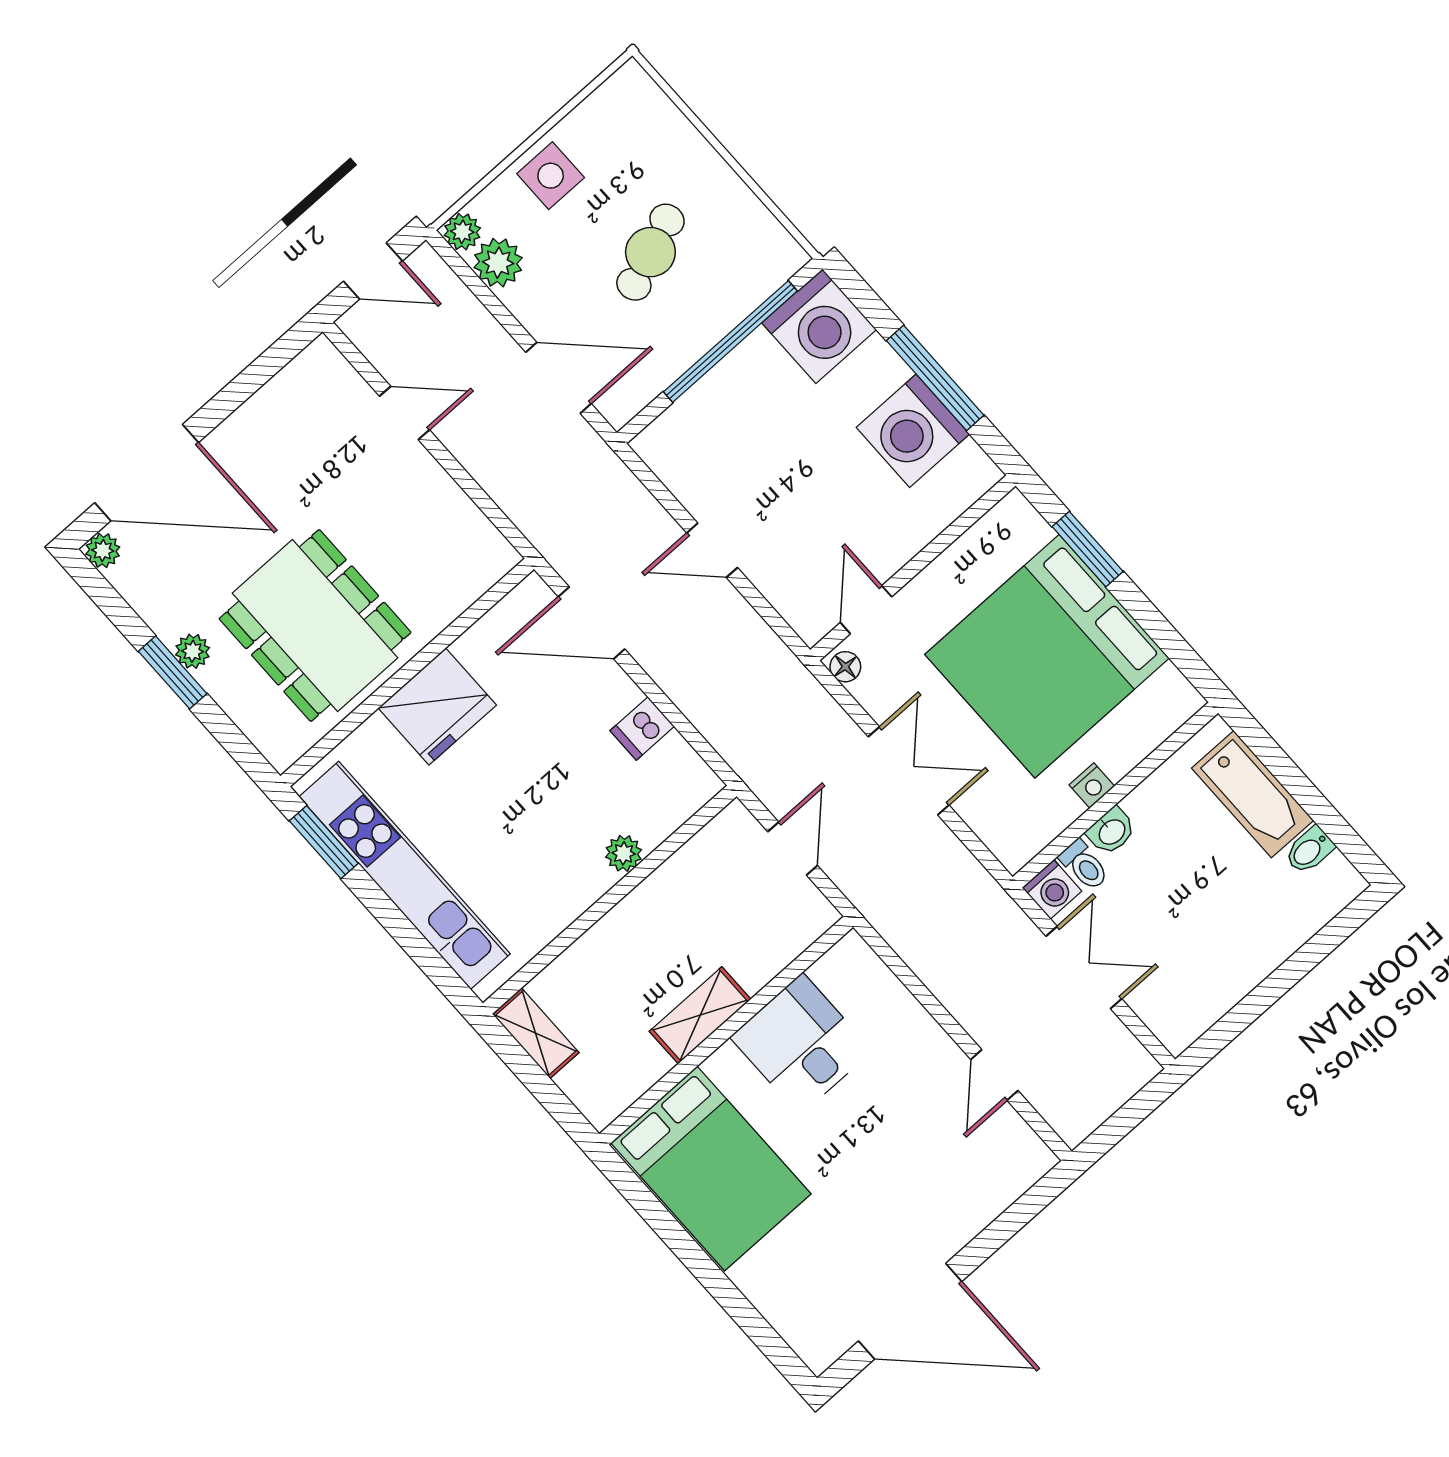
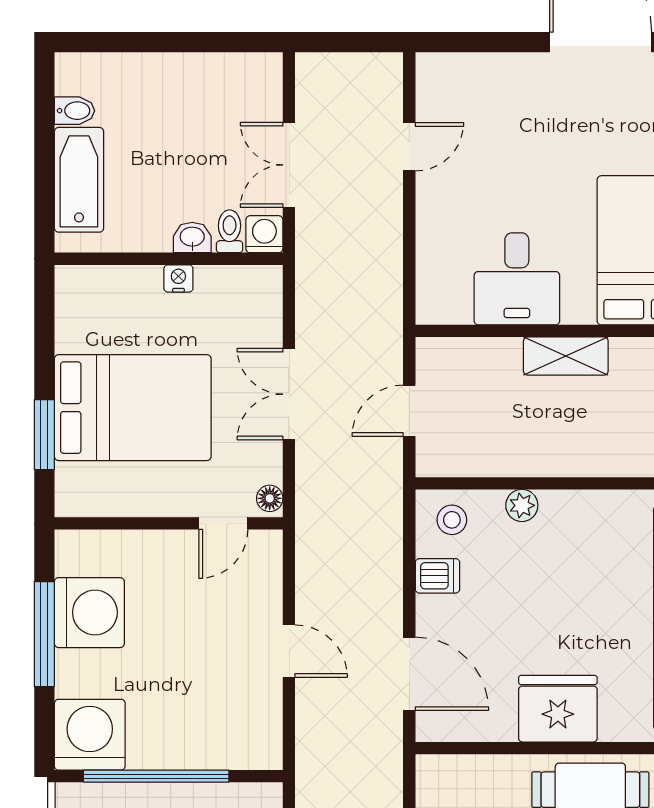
bed: (1047, 656) -> (133, 408), width x0.73
stool: (673, 788) -> (452, 520), added

